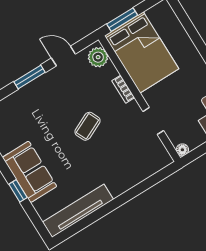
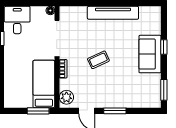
bed: (142, 52) -> (44, 84), width x0.67
doorway: (153, 121) -> (57, 39), width x1.88
tv unit: (78, 211) -> (113, 13), moved

